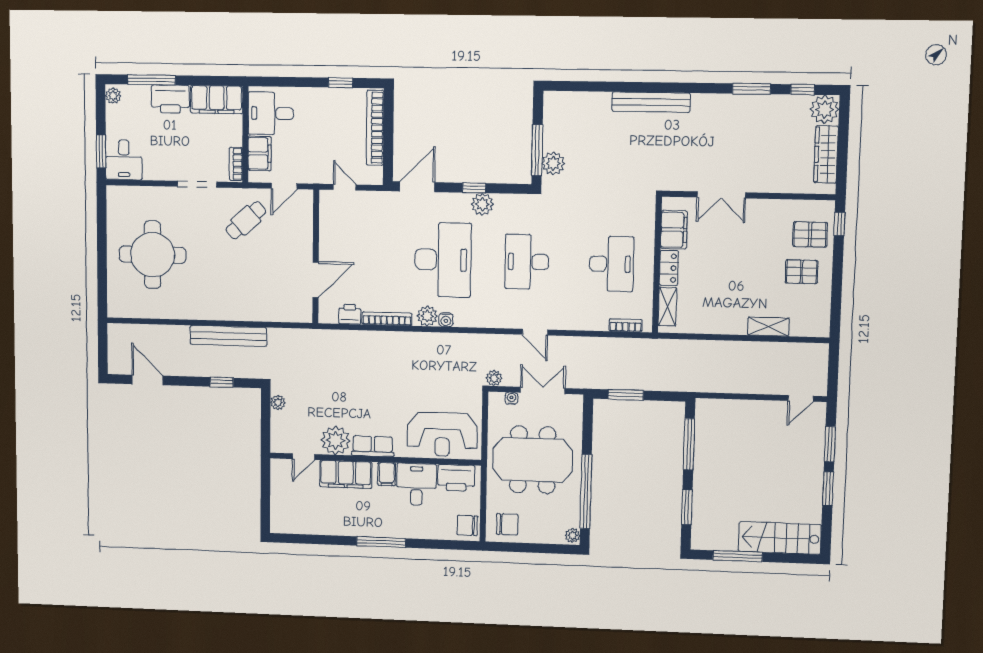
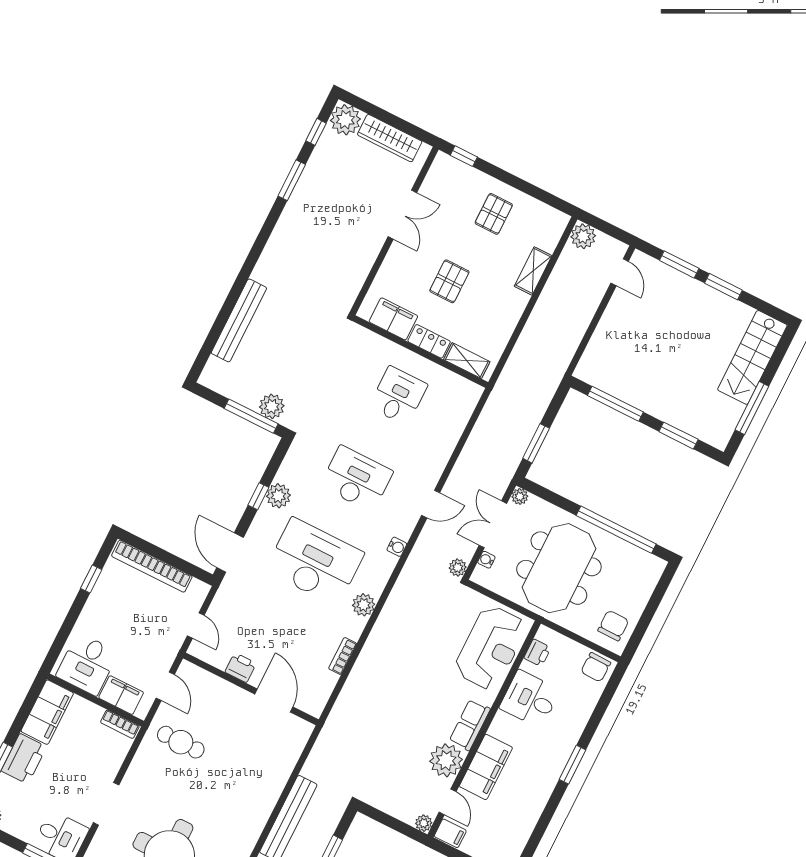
bench: (651, 102) -> (239, 320), moved
doorway: (197, 184) -> (106, 804), moved
door: (345, 187) -> (196, 625), swing flipped
double door: (721, 195) -> (402, 215), moved
cafe table: (246, 220) -> (181, 742), turned -48
pallet: (810, 234) -> (449, 281), moved
desk: (527, 262) -> (356, 479), turned 180
desk: (612, 264) -> (398, 396), width x0.73
printer: (350, 314) -> (241, 668), moved, turned 90
bookcase: (387, 319) -> (343, 656), width x0.64
water cooler: (446, 320) -> (397, 547), moved
bookcase: (626, 325) -> (466, 411), removed
plant: (817, 355) -> (583, 236), added
plant: (278, 402) -> (424, 823), moved
filing cabinet: (387, 474) -> (450, 833), moved
printer: (456, 478) -> (537, 653), width x0.53, depth x0.68
plant: (572, 535) -> (520, 496), moved
window: (381, 542) -> (573, 765), width x0.69

